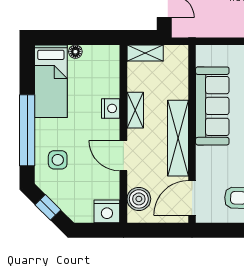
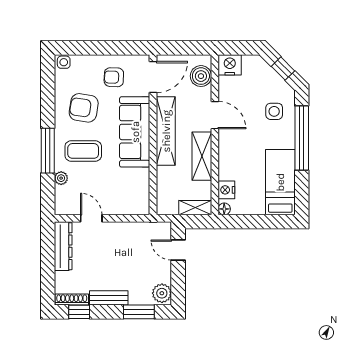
floor lamp: (75, 52) -> (224, 209), moved
sofa: (212, 106) -> (135, 132), moved
nightstand: (111, 108) -> (226, 190), moved
shelving: (135, 110) -> (202, 156), width x1.50, depth x1.33

